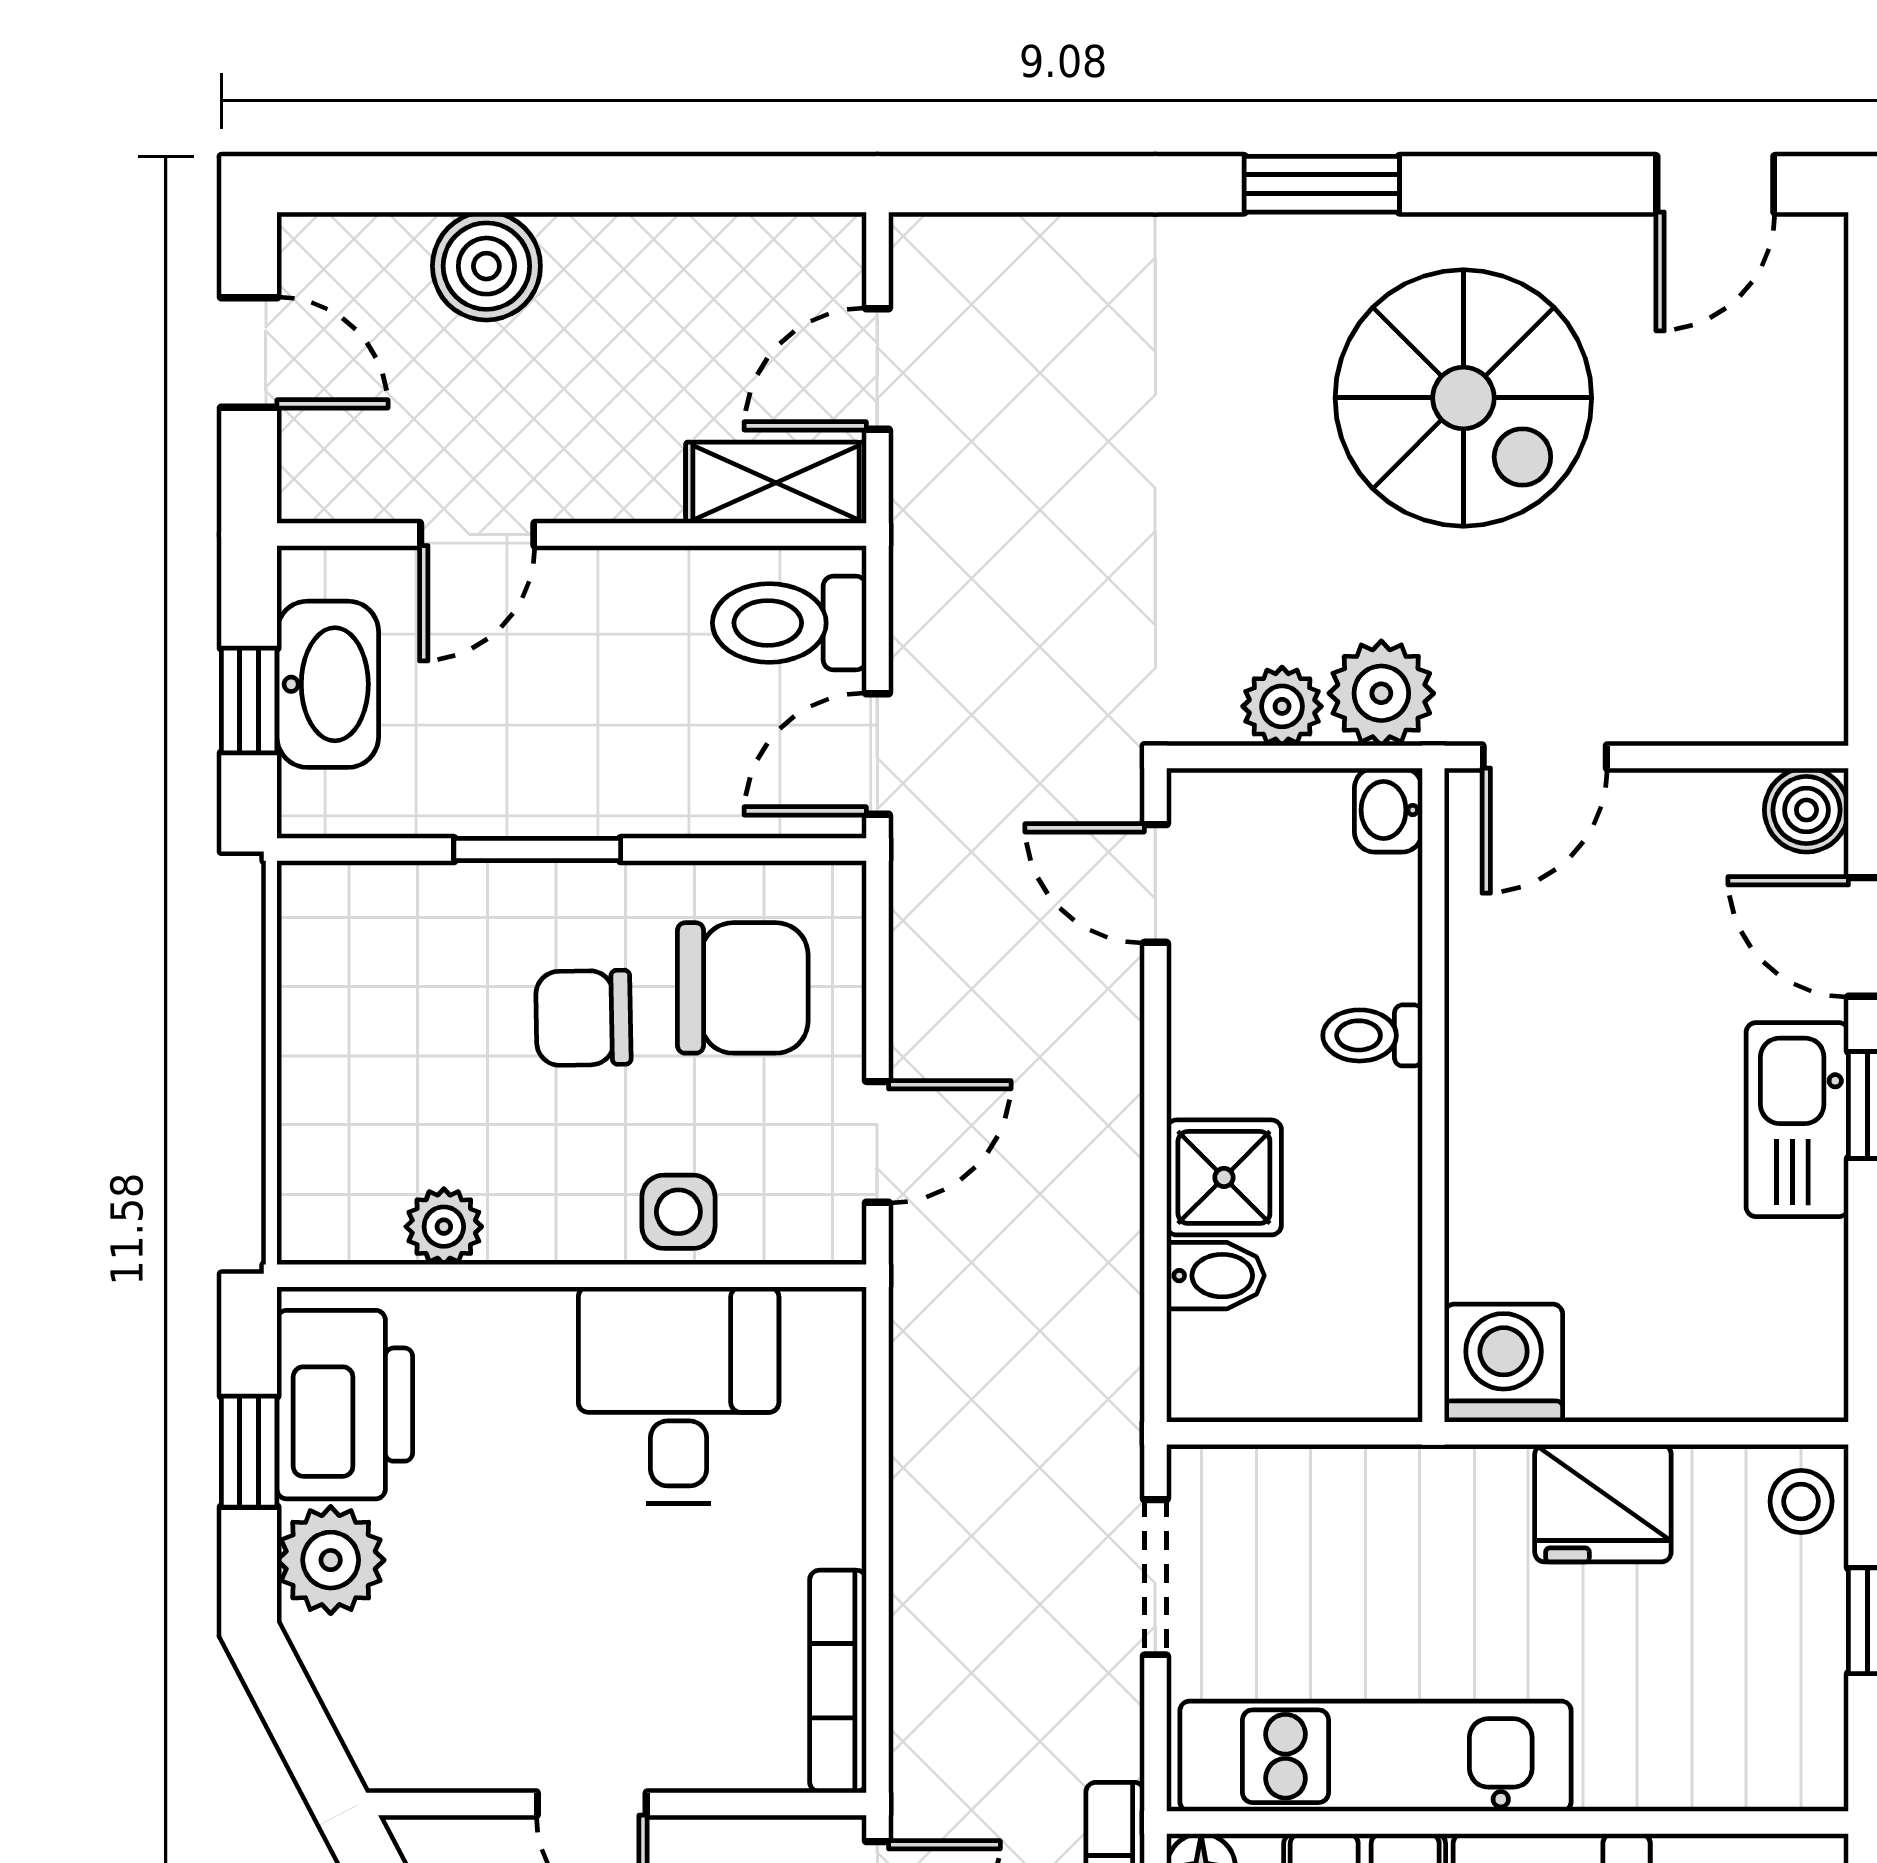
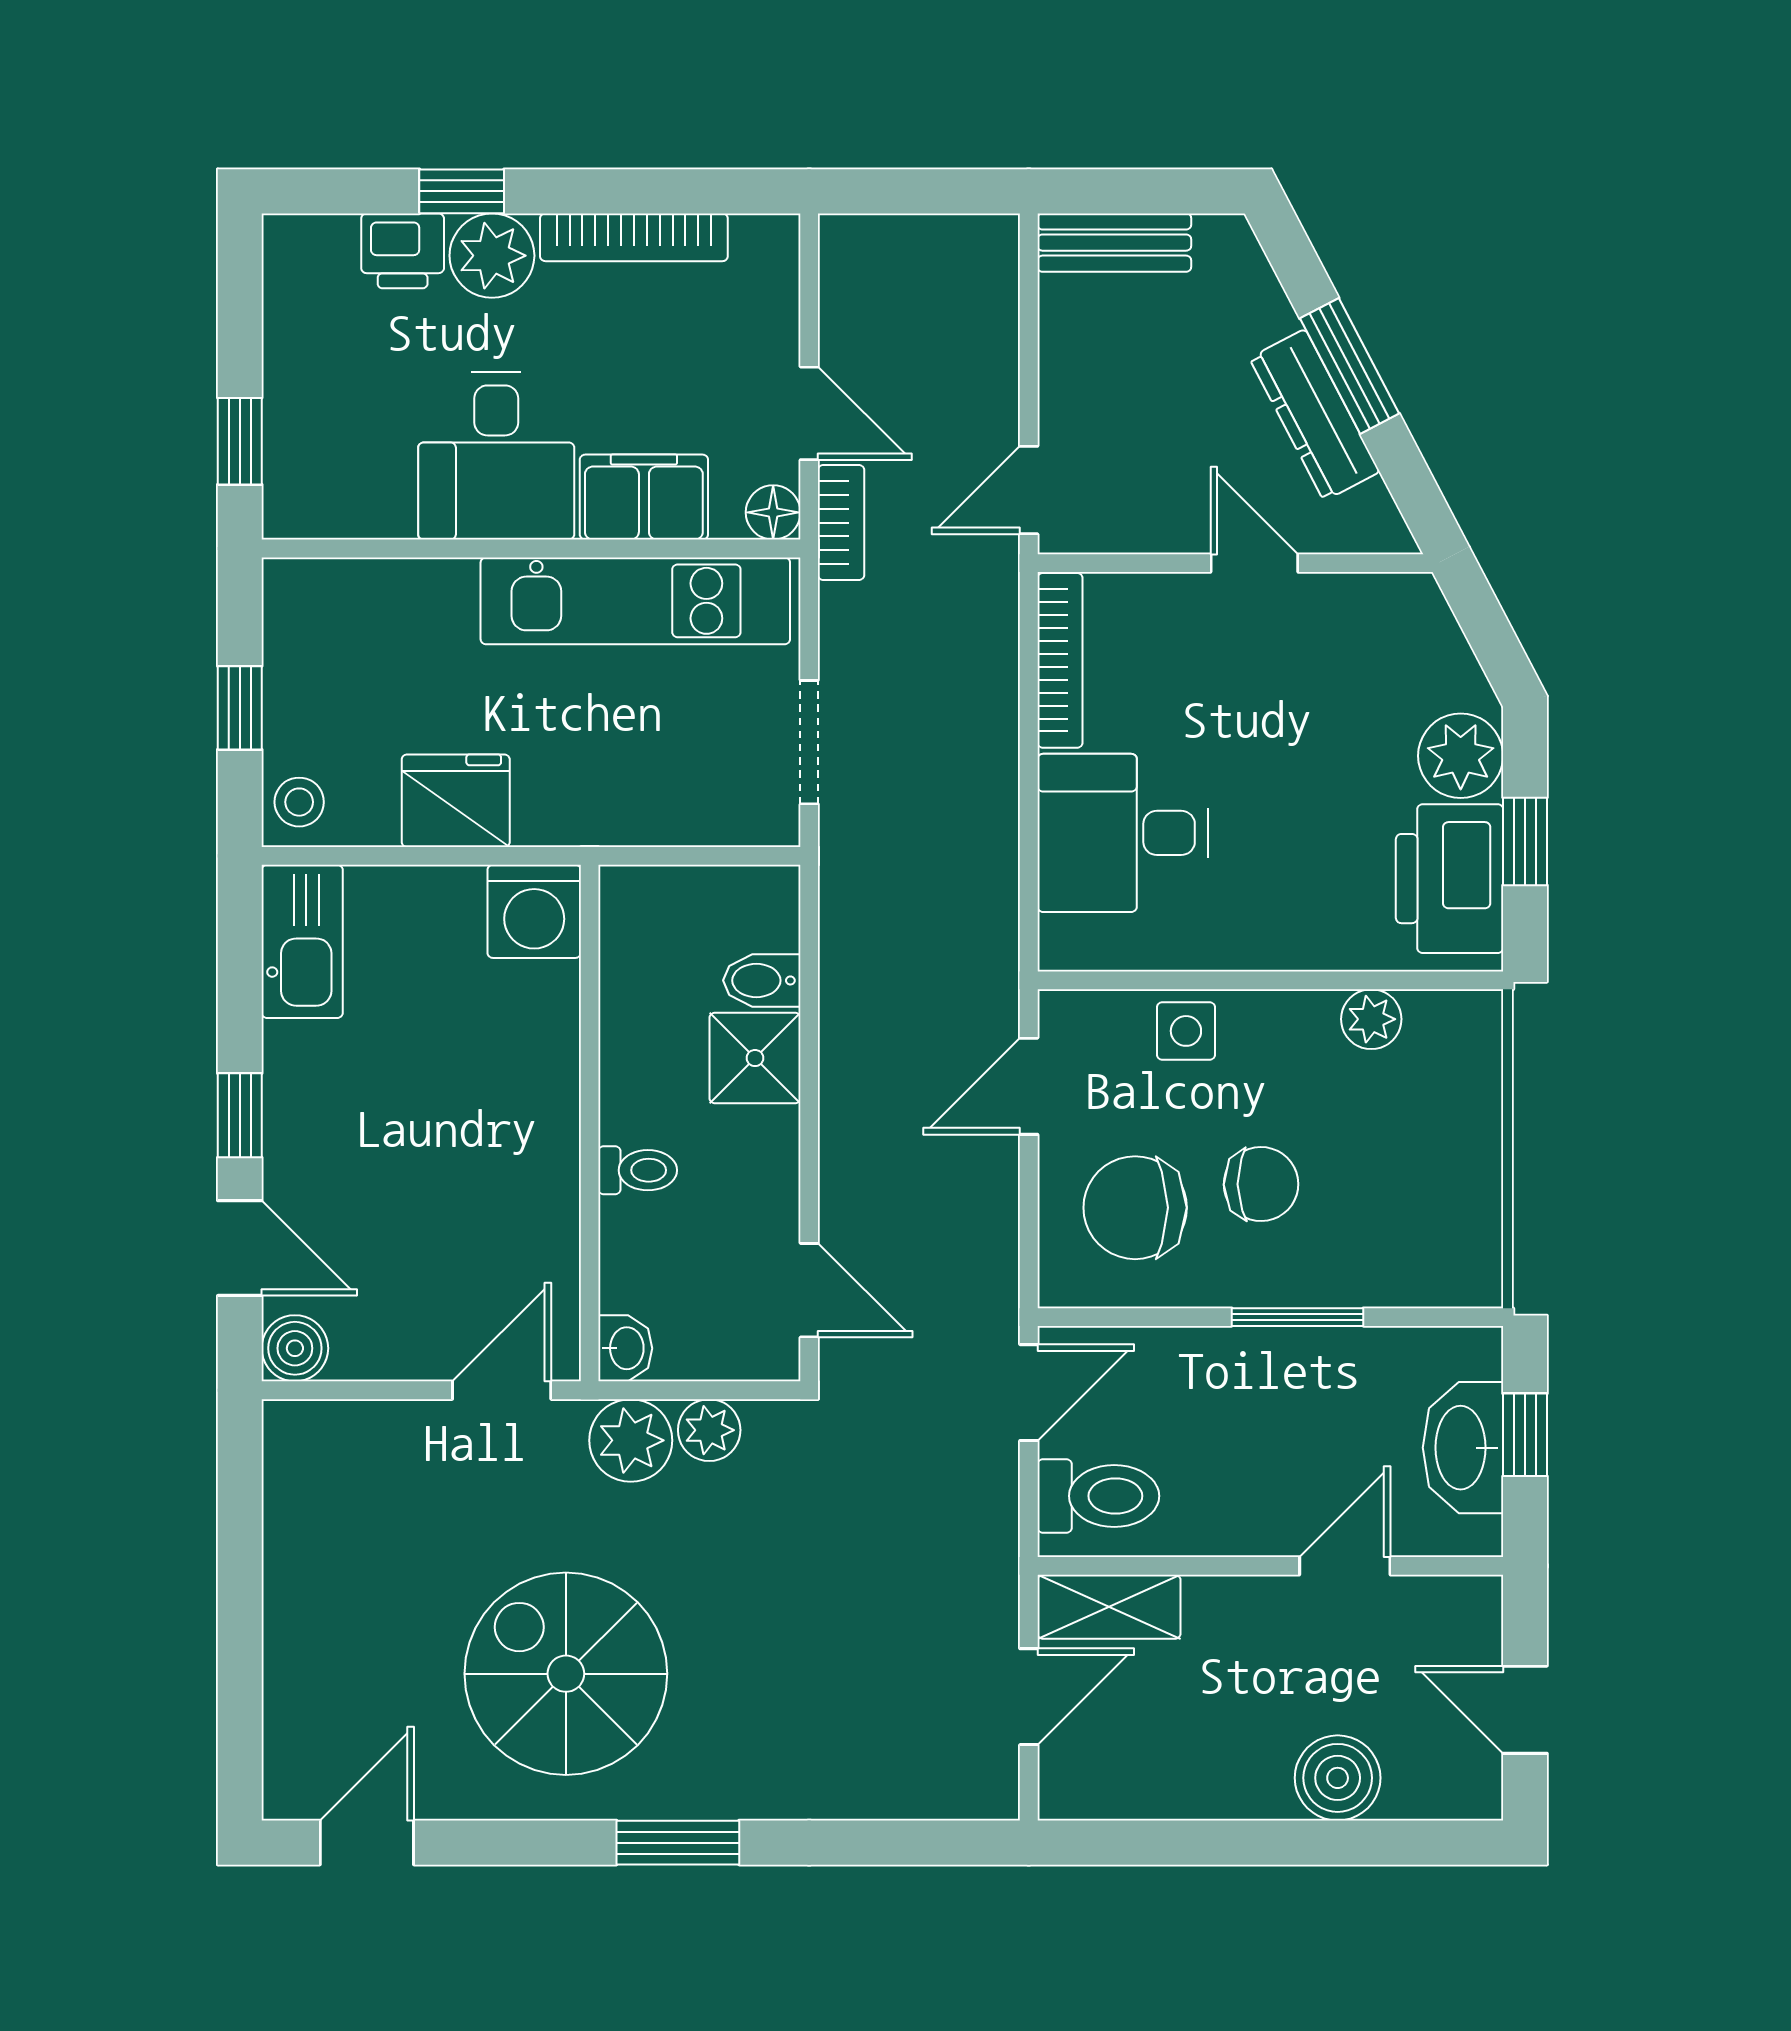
kitchen sink: (1797, 1120) -> (302, 941), moved
desk: (679, 1395) -> (1123, 833), moved, turned 90

